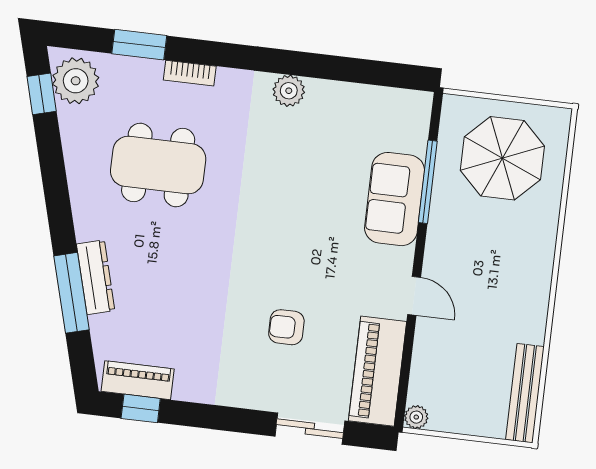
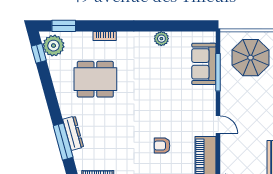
window: (139, 45) -> (64, 26), moved
plant: (289, 91) -> (161, 39), moved
sofa: (395, 199) -> (204, 64), moved

